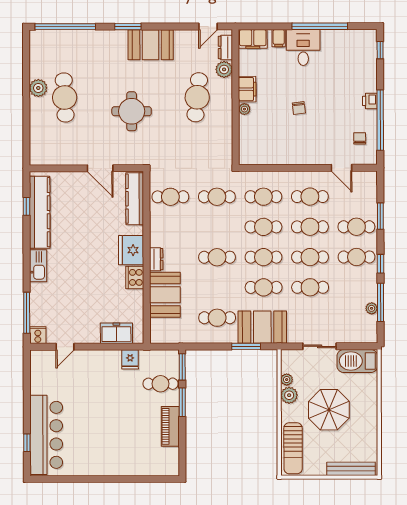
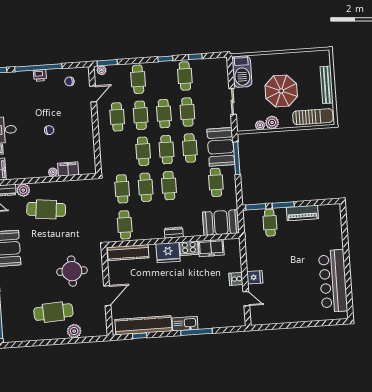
plant: (38, 88) -> (74, 331), moved
filing cabinet: (247, 89) -> (68, 169), moved
round table: (132, 111) -> (72, 271), moved
window: (380, 120) -> (38, 68), moved
door: (100, 168) -> (107, 296), moved
cafe table: (263, 197) -> (146, 187), moved
window: (380, 216) -> (107, 63), moved
cafe table: (357, 257) -> (185, 76), moved
booth: (165, 295) -> (221, 223), moved
window: (381, 302) -> (195, 57), width x0.46
plant: (372, 308) -> (102, 70), moved
window: (27, 313) -> (197, 332), moved
freezer: (116, 333) -> (211, 248), moved, turned -90
cooker: (38, 335) -> (236, 279), moved
window: (246, 346) -> (237, 158), width x1.44
fridge: (130, 359) -> (255, 277), moved
bar counter: (46, 435) -> (333, 281), moved, turned -90
window: (27, 443) -> (323, 323), removed
bench: (351, 469) -> (327, 85), moved

